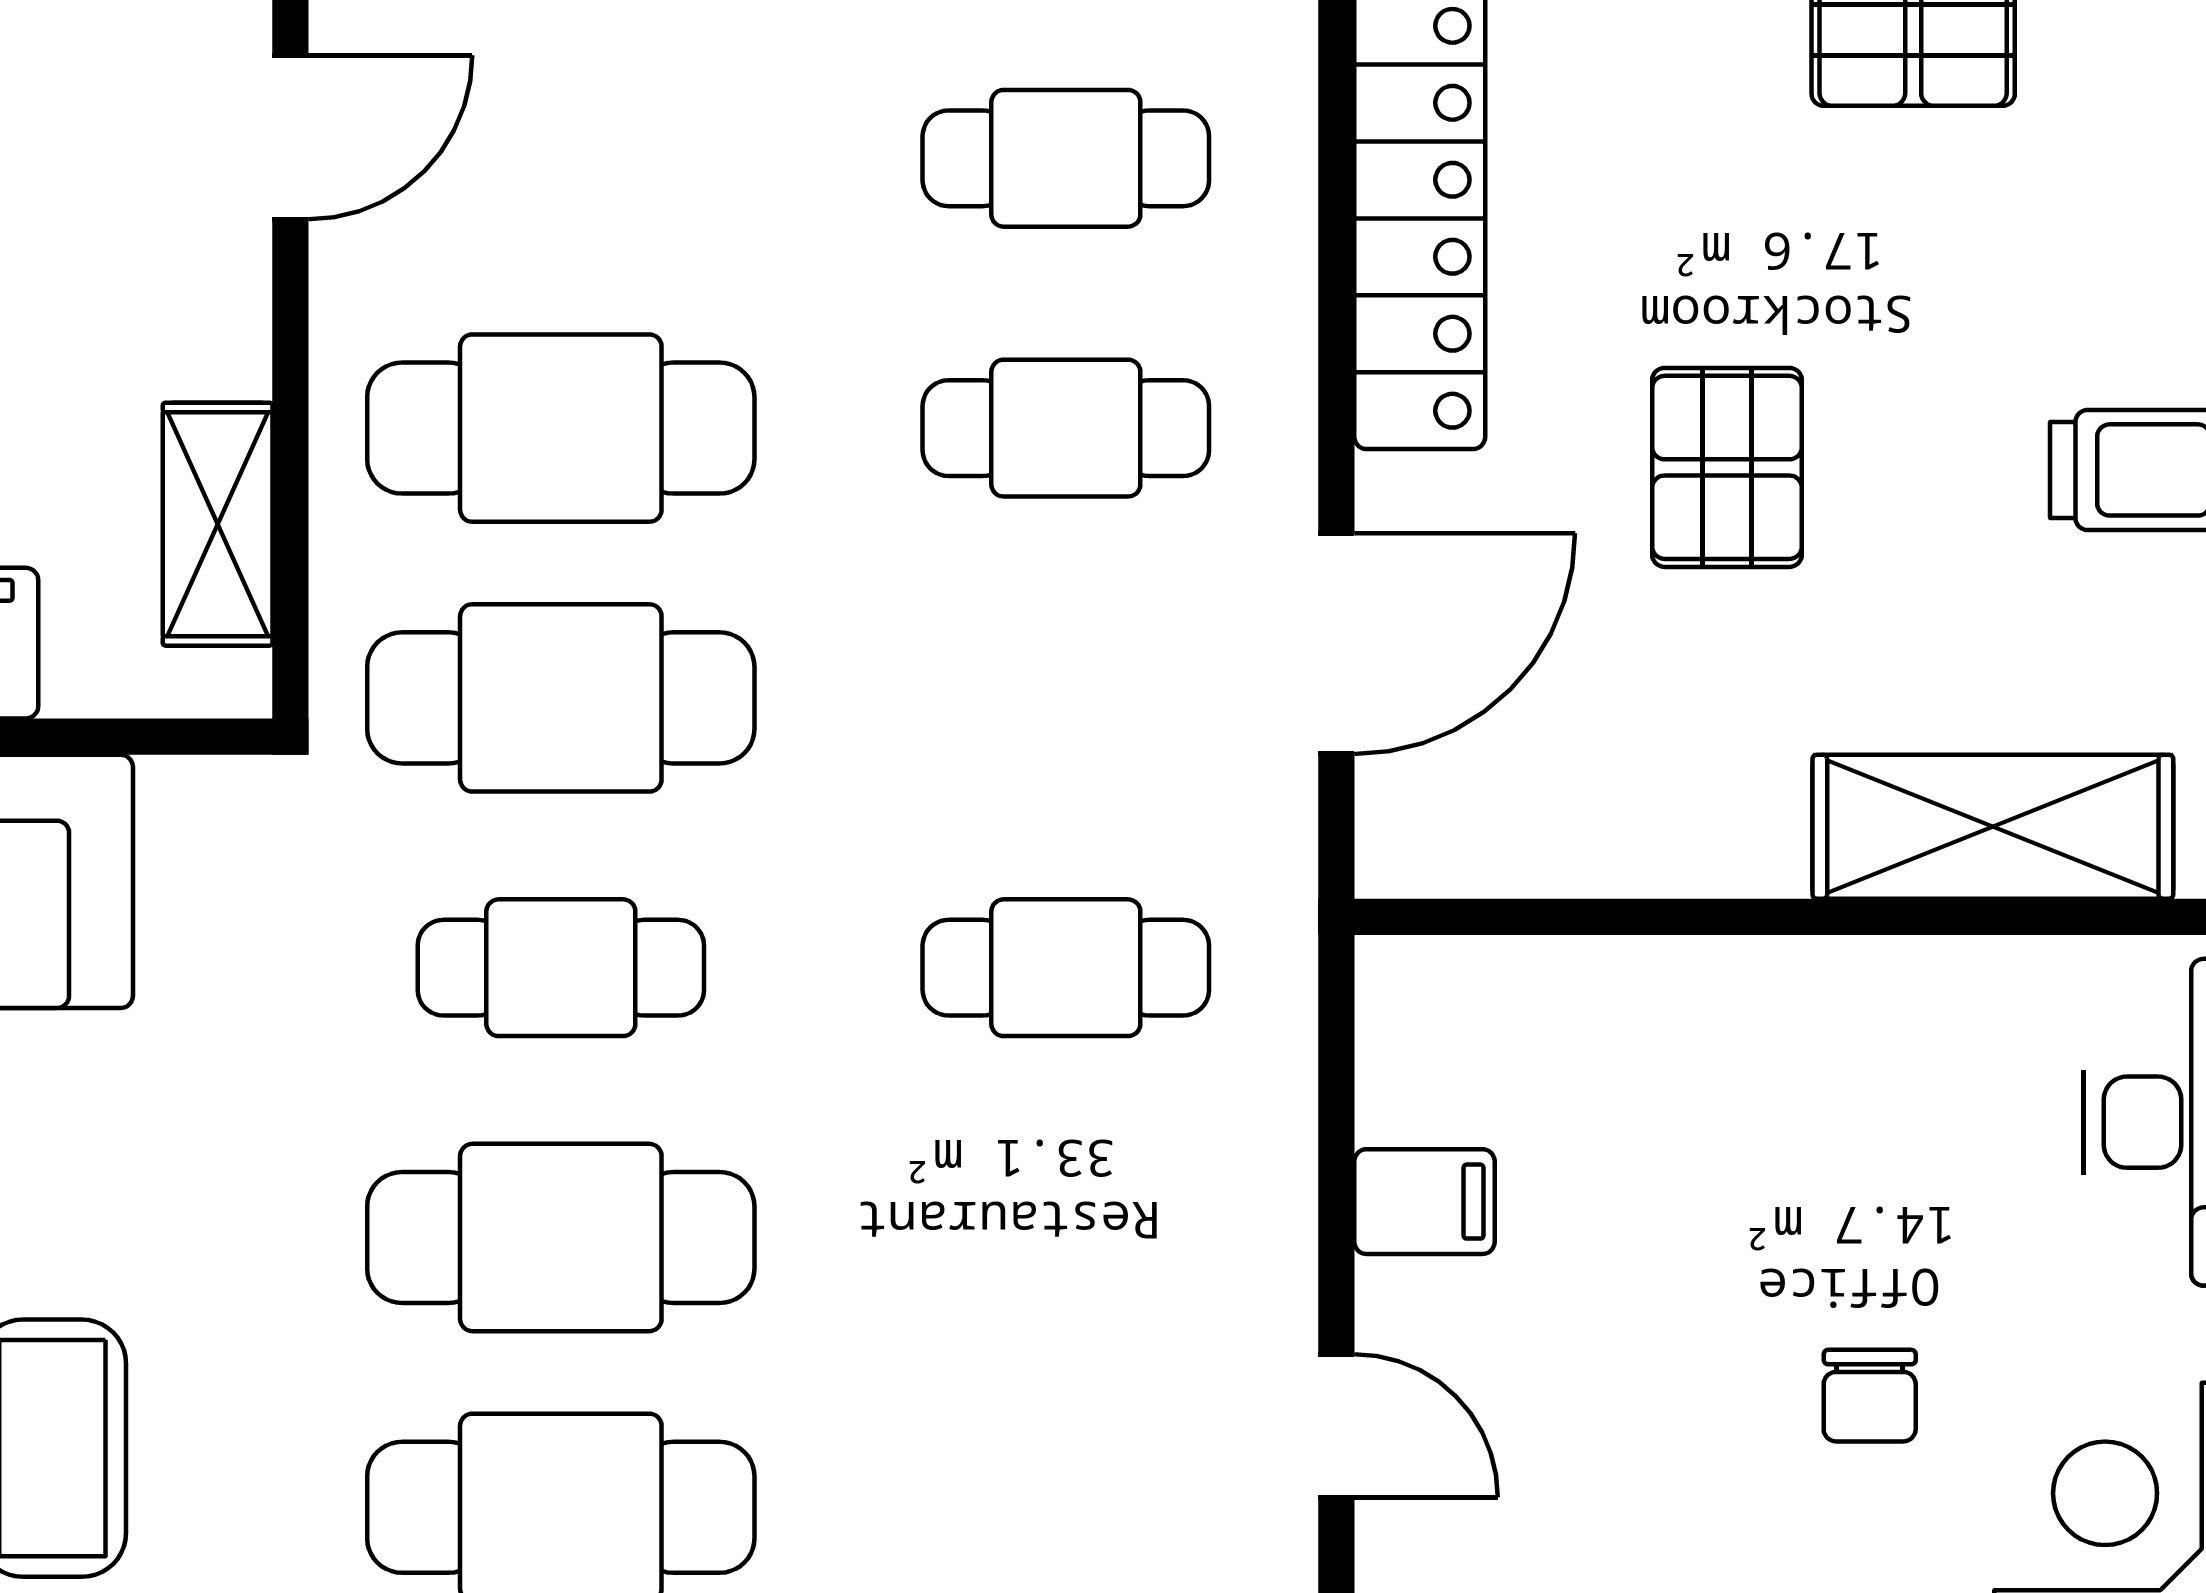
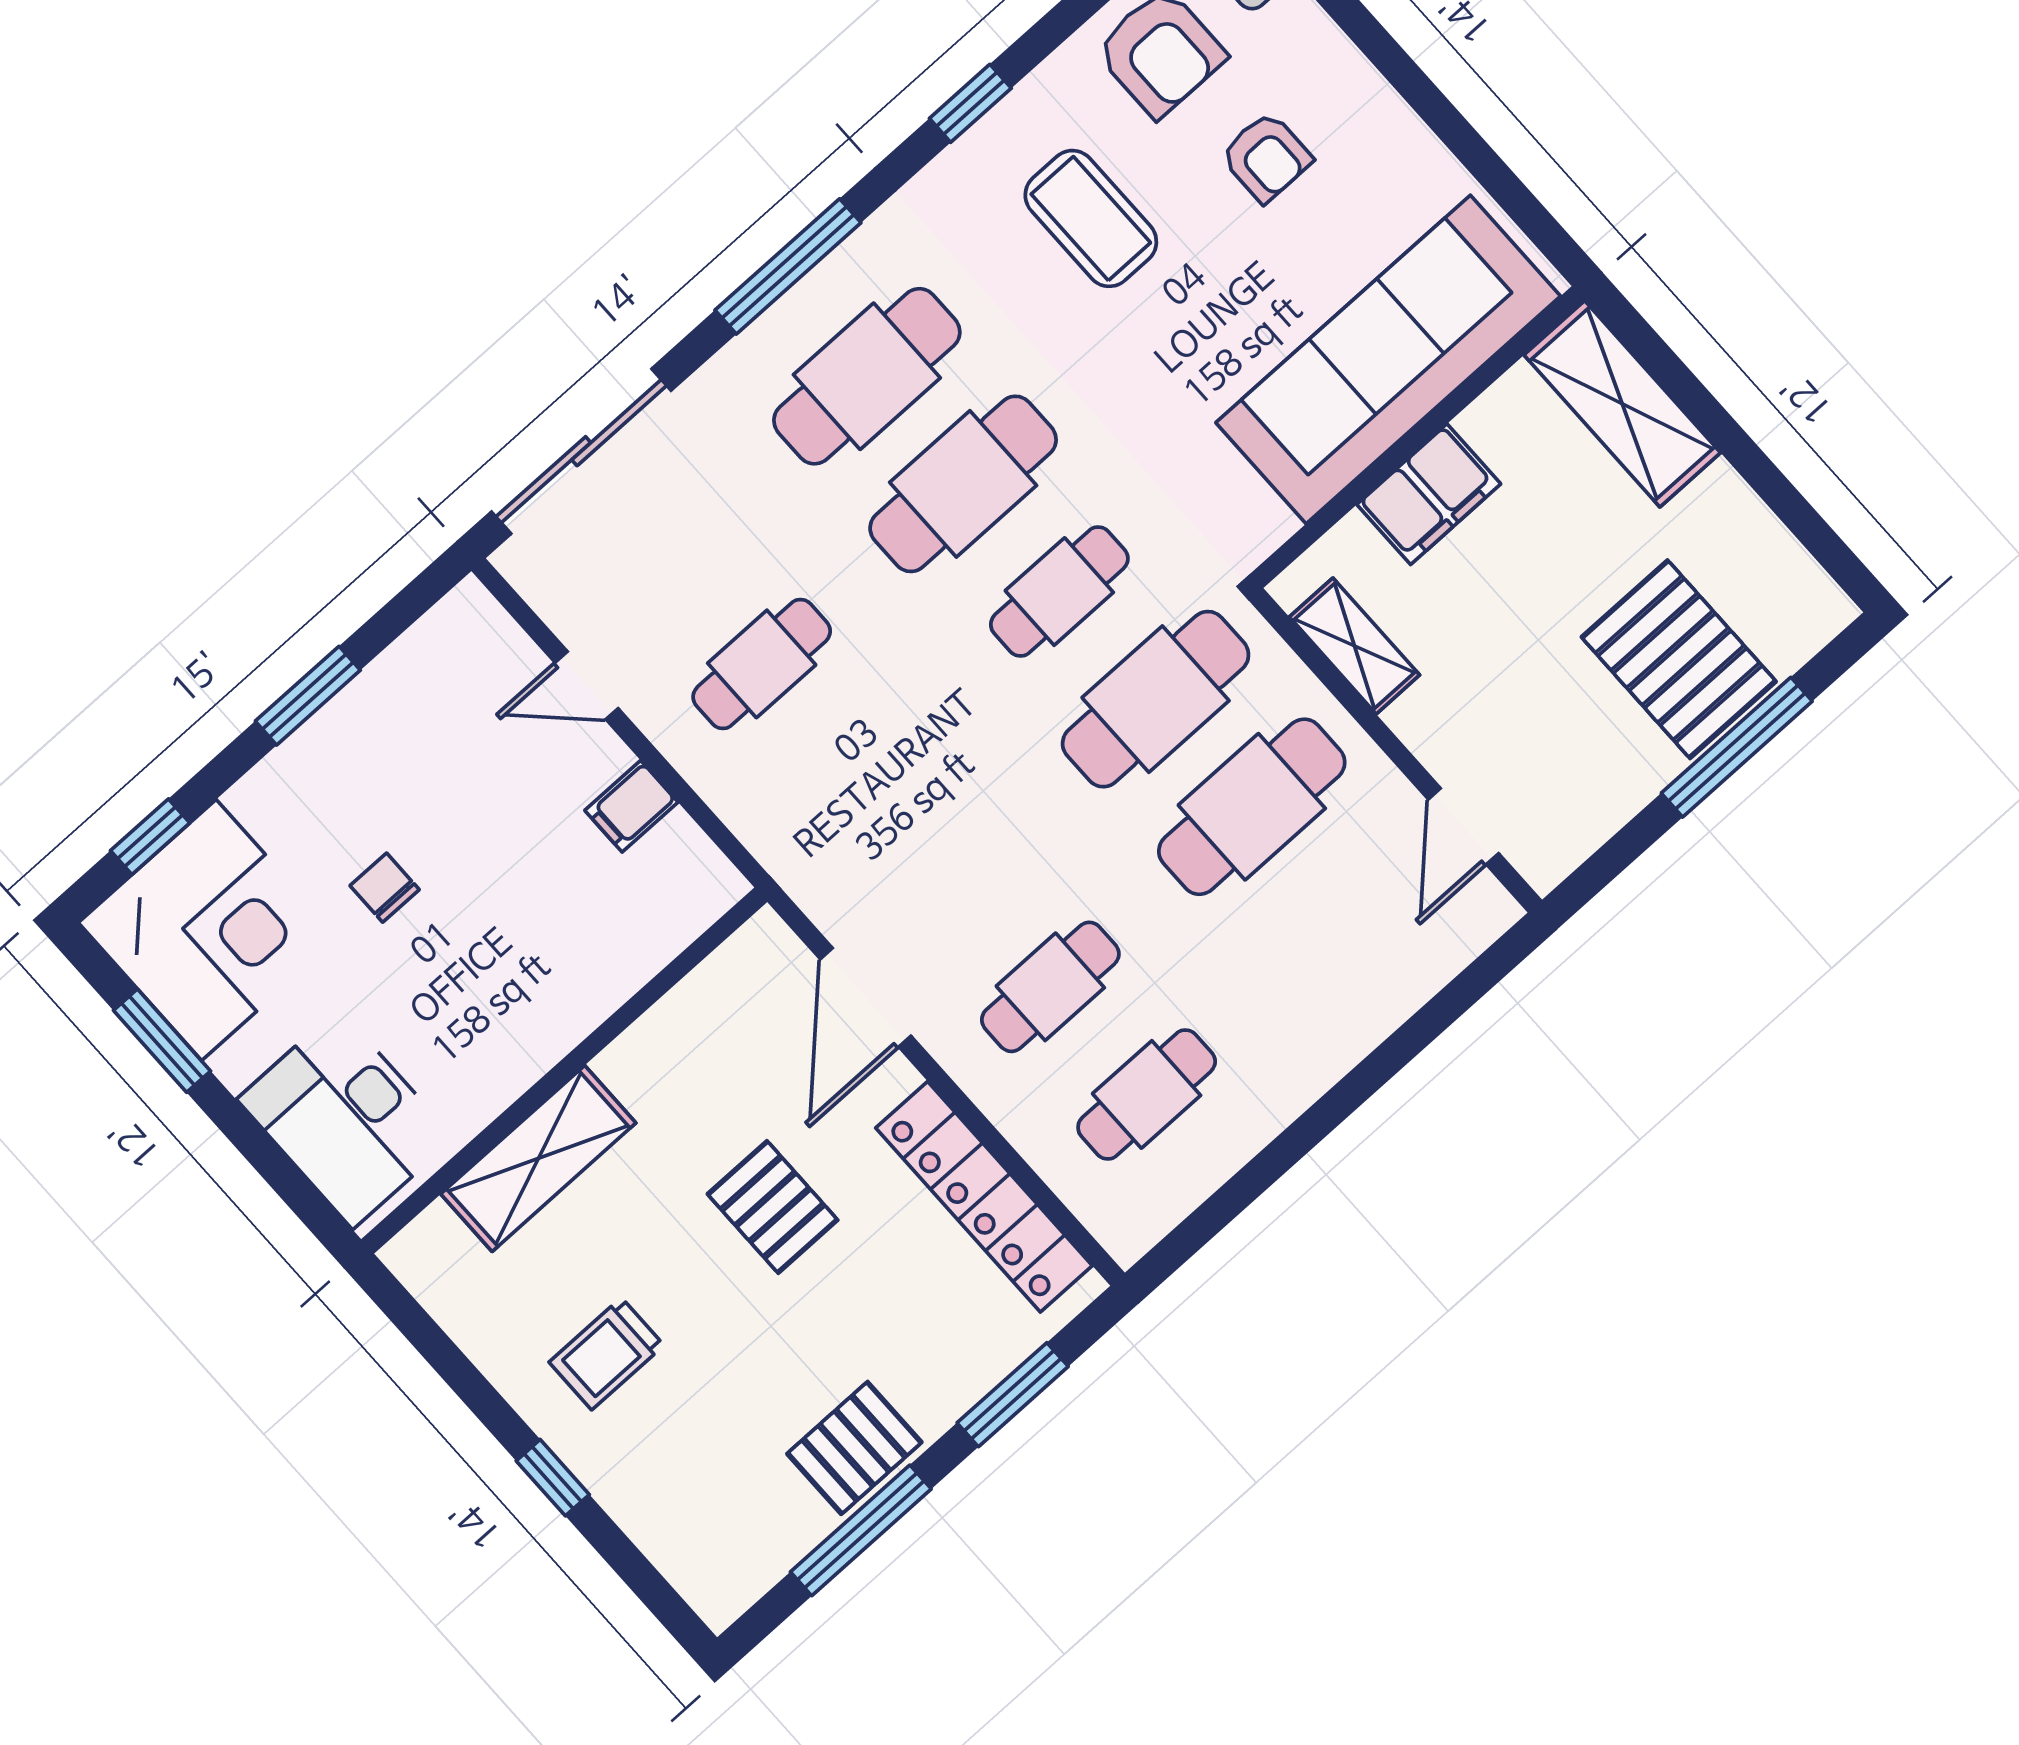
cafe table: (1066, 968) -> (762, 664), moved

